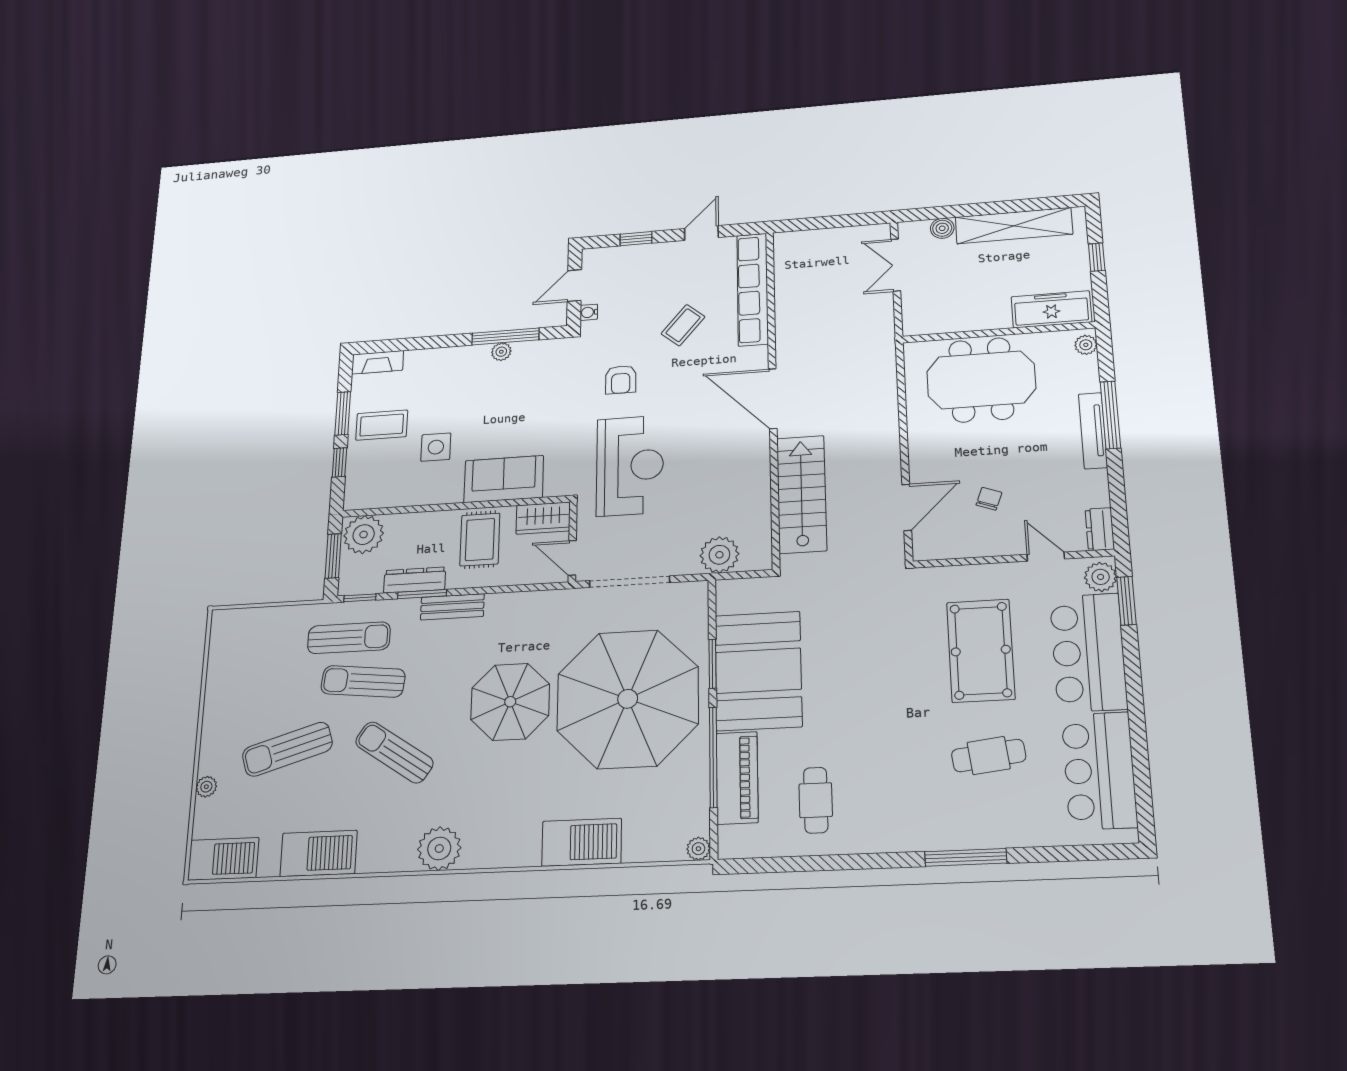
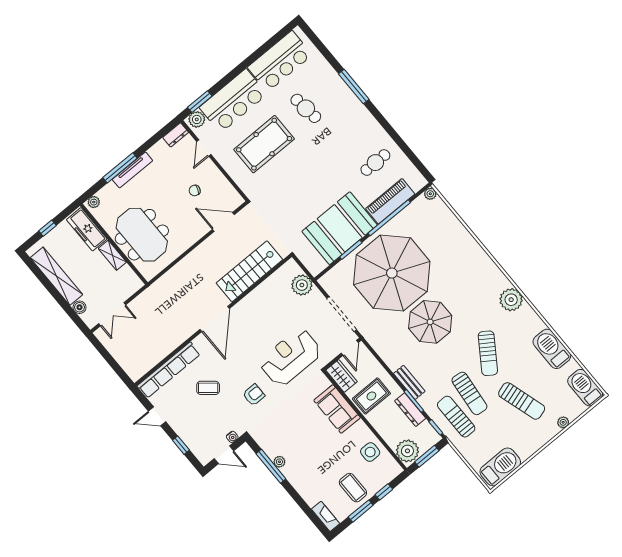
shelving: (983, 320) -> (112, 255), added
side table: (436, 447) -> (370, 452), moved
barbecue: (582, 842) -> (500, 467), moved, turned 90

